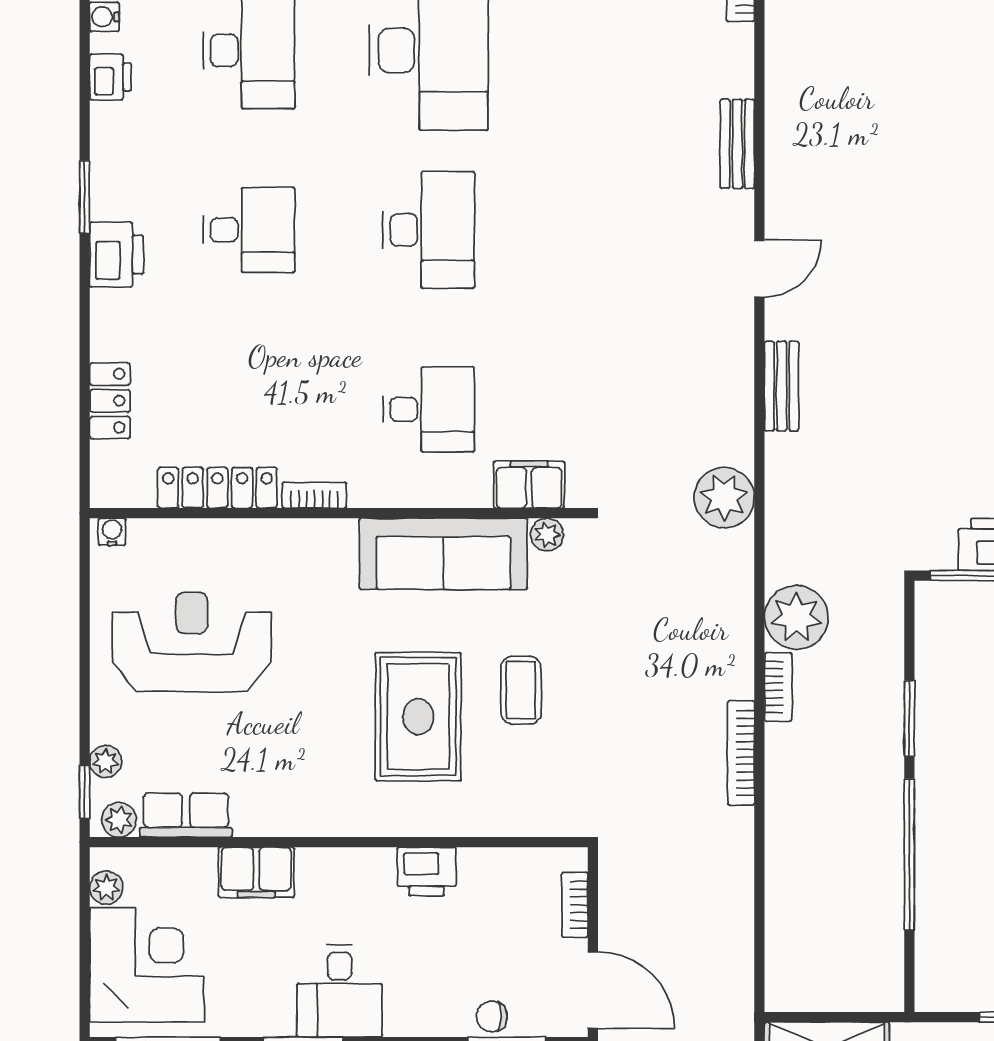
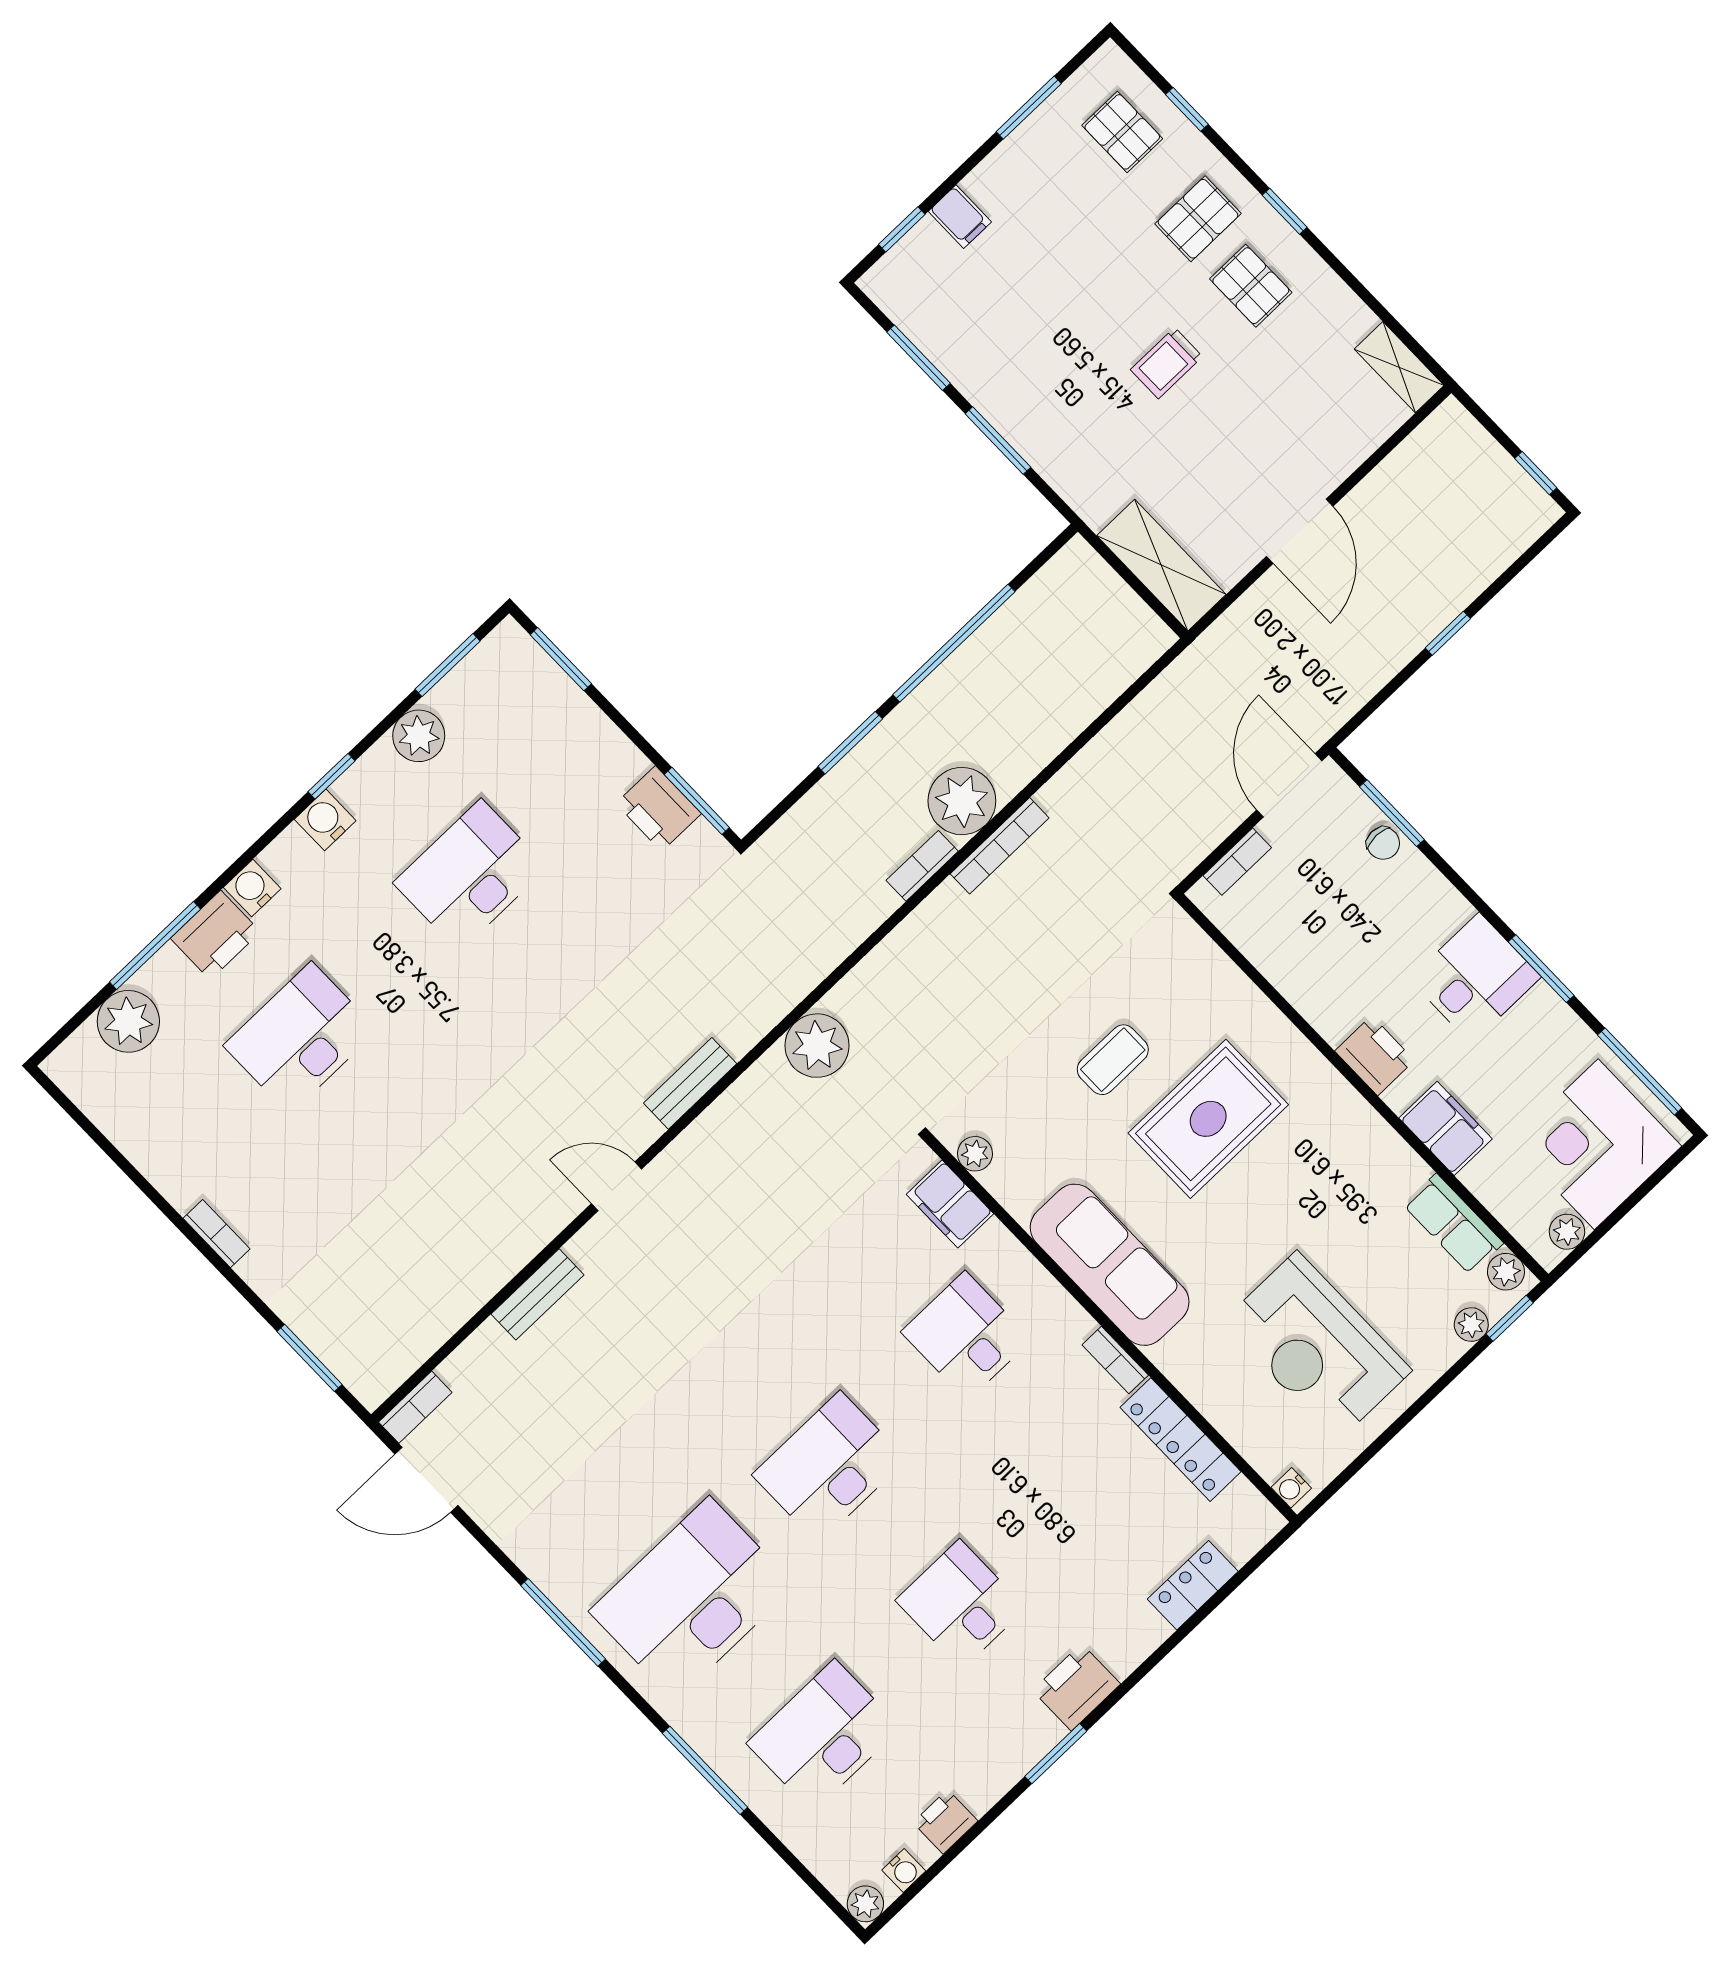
sofa: (443, 554) -> (1110, 1265), moved
plant: (796, 617) -> (962, 801), moved
printer: (427, 872) -> (1375, 1056), moved

